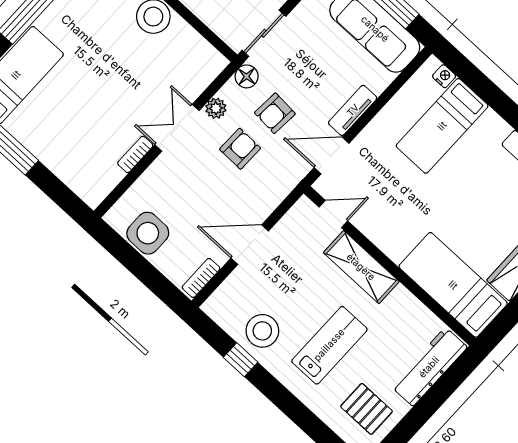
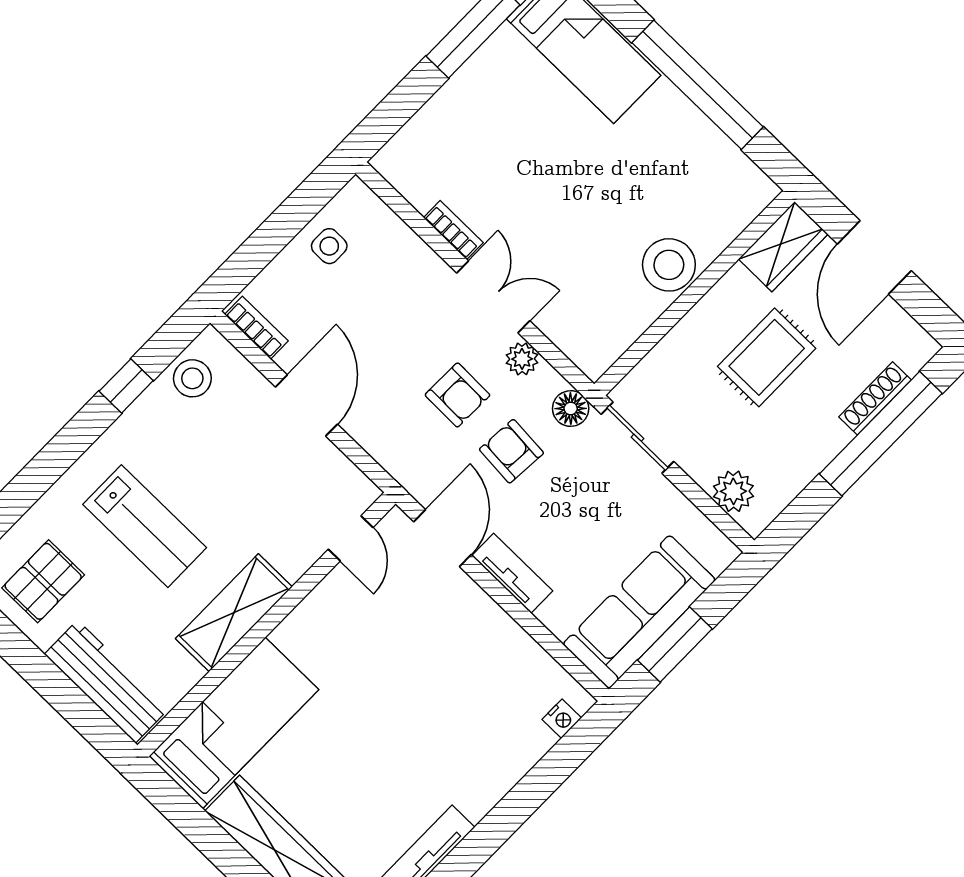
bed: (442, 126) -> (484, 713), removed
side table: (148, 233) -> (329, 246), width x0.54, depth x0.54
shelving: (361, 267) -> (234, 613), moved
stool: (262, 331) -> (192, 378), moved, width x0.73, depth x0.73

